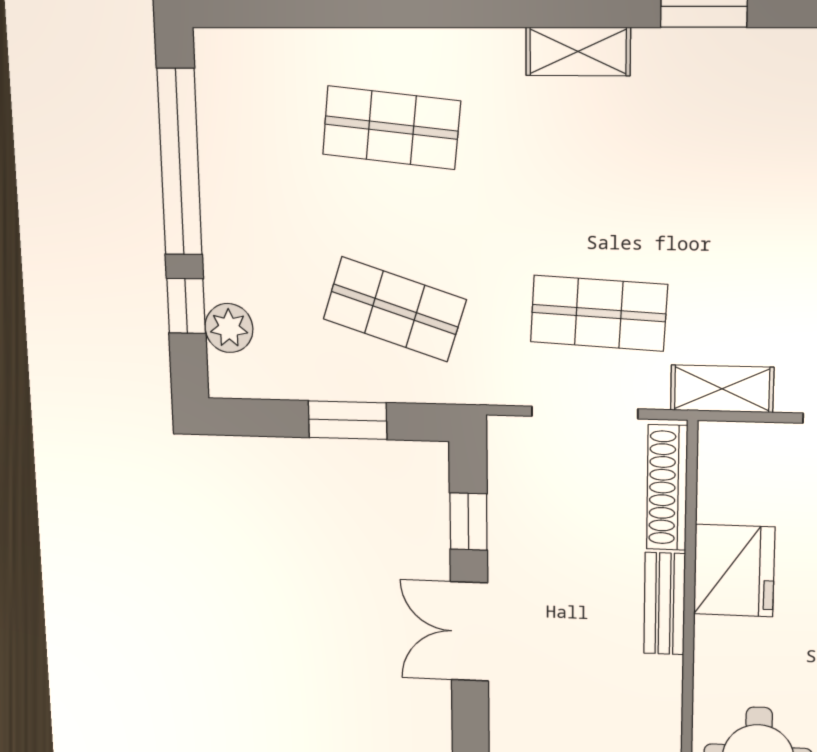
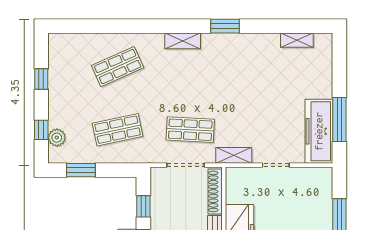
shop shelf: (391, 128) -> (118, 67), turned -30
window: (180, 162) -> (41, 79), width x0.32
shop shelf: (395, 309) -> (118, 130), turned -30
window: (348, 420) -> (81, 170), moved

